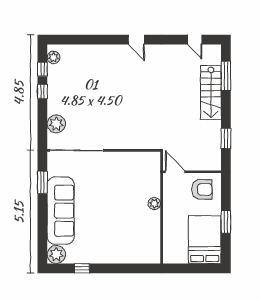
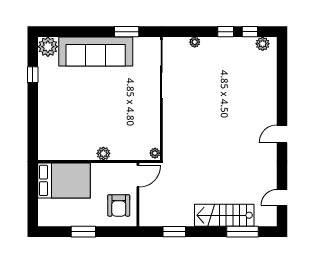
plant: (56, 124) -> (195, 42), width x0.53, depth x0.53
plant: (154, 156) -> (155, 153), added
bed: (205, 240) -> (64, 180), moved

